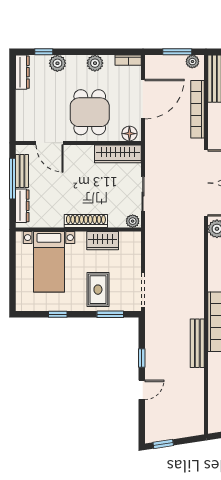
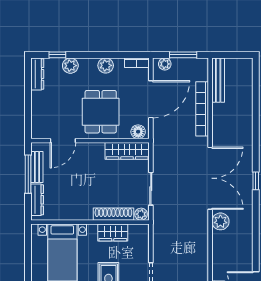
plant: (192, 62) -> (165, 64), moved
door: (50, 143) -> (63, 141), hinge flipped
shoe rack: (86, 221) -> (113, 214), moved

